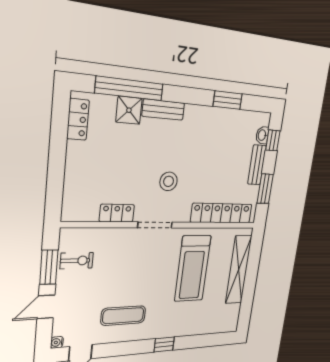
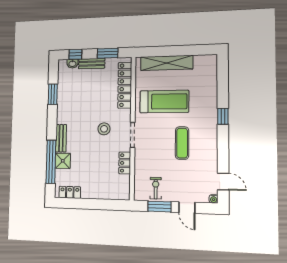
exercise mat: (123, 316) -> (182, 143), moved

